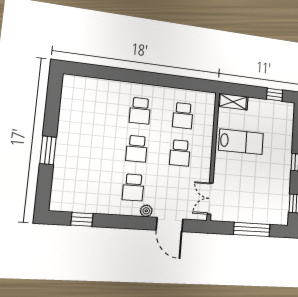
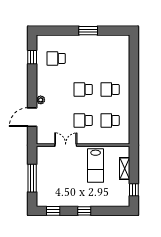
shelving: (233, 102) -> (125, 168), moved
window: (48, 150) -> (88, 31), moved
school desk: (133, 187) -> (56, 58), moved
double door: (210, 199) -> (66, 145), moved

